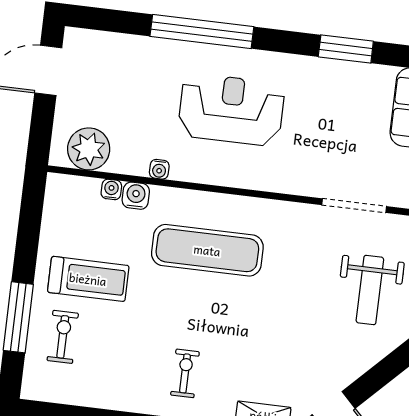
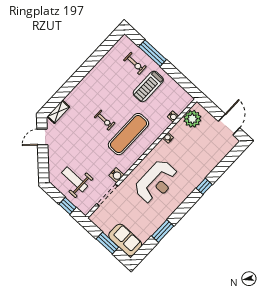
window: (202, 32) -> (204, 186), width x0.32
reception desk: (231, 110) -> (156, 182), moved
water cooler: (136, 196) -> (116, 175), moved
exercise bike: (185, 373) -> (105, 120), moved

